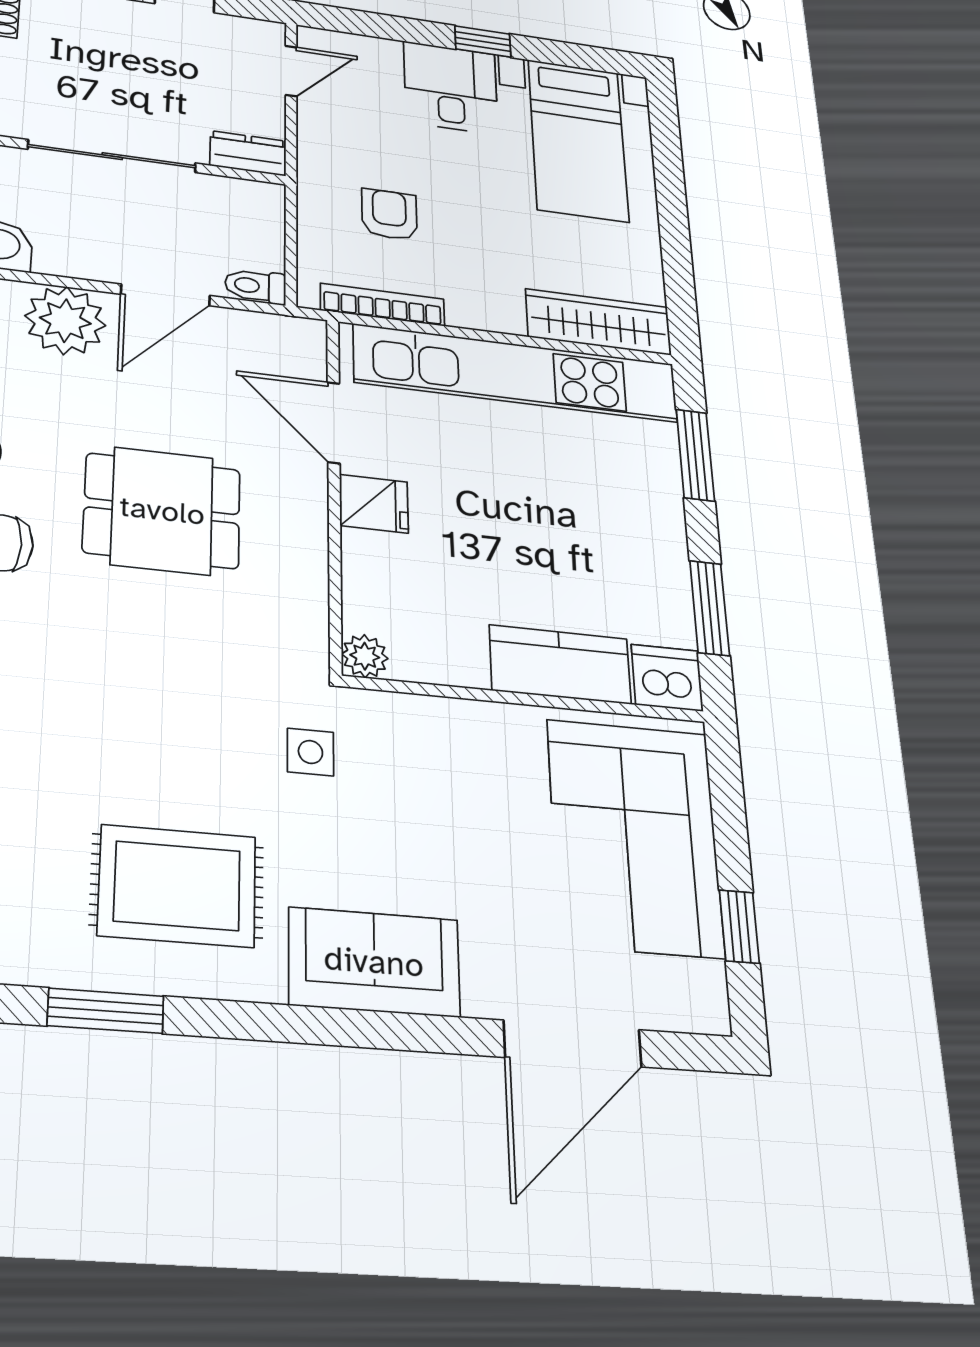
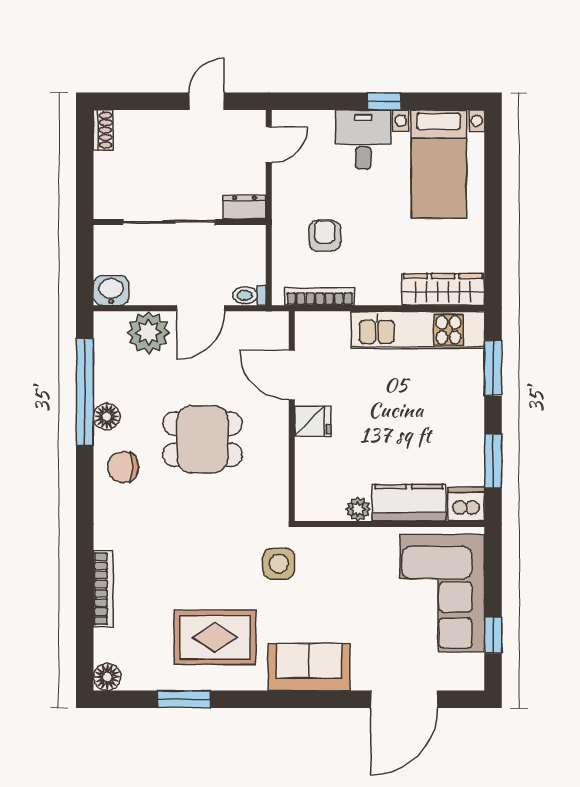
kitchen unit: (516, 373) -> (418, 330), width x0.73
plant: (365, 656) -> (358, 509), moved
side table: (310, 752) -> (279, 564), width x1.37, depth x1.37

